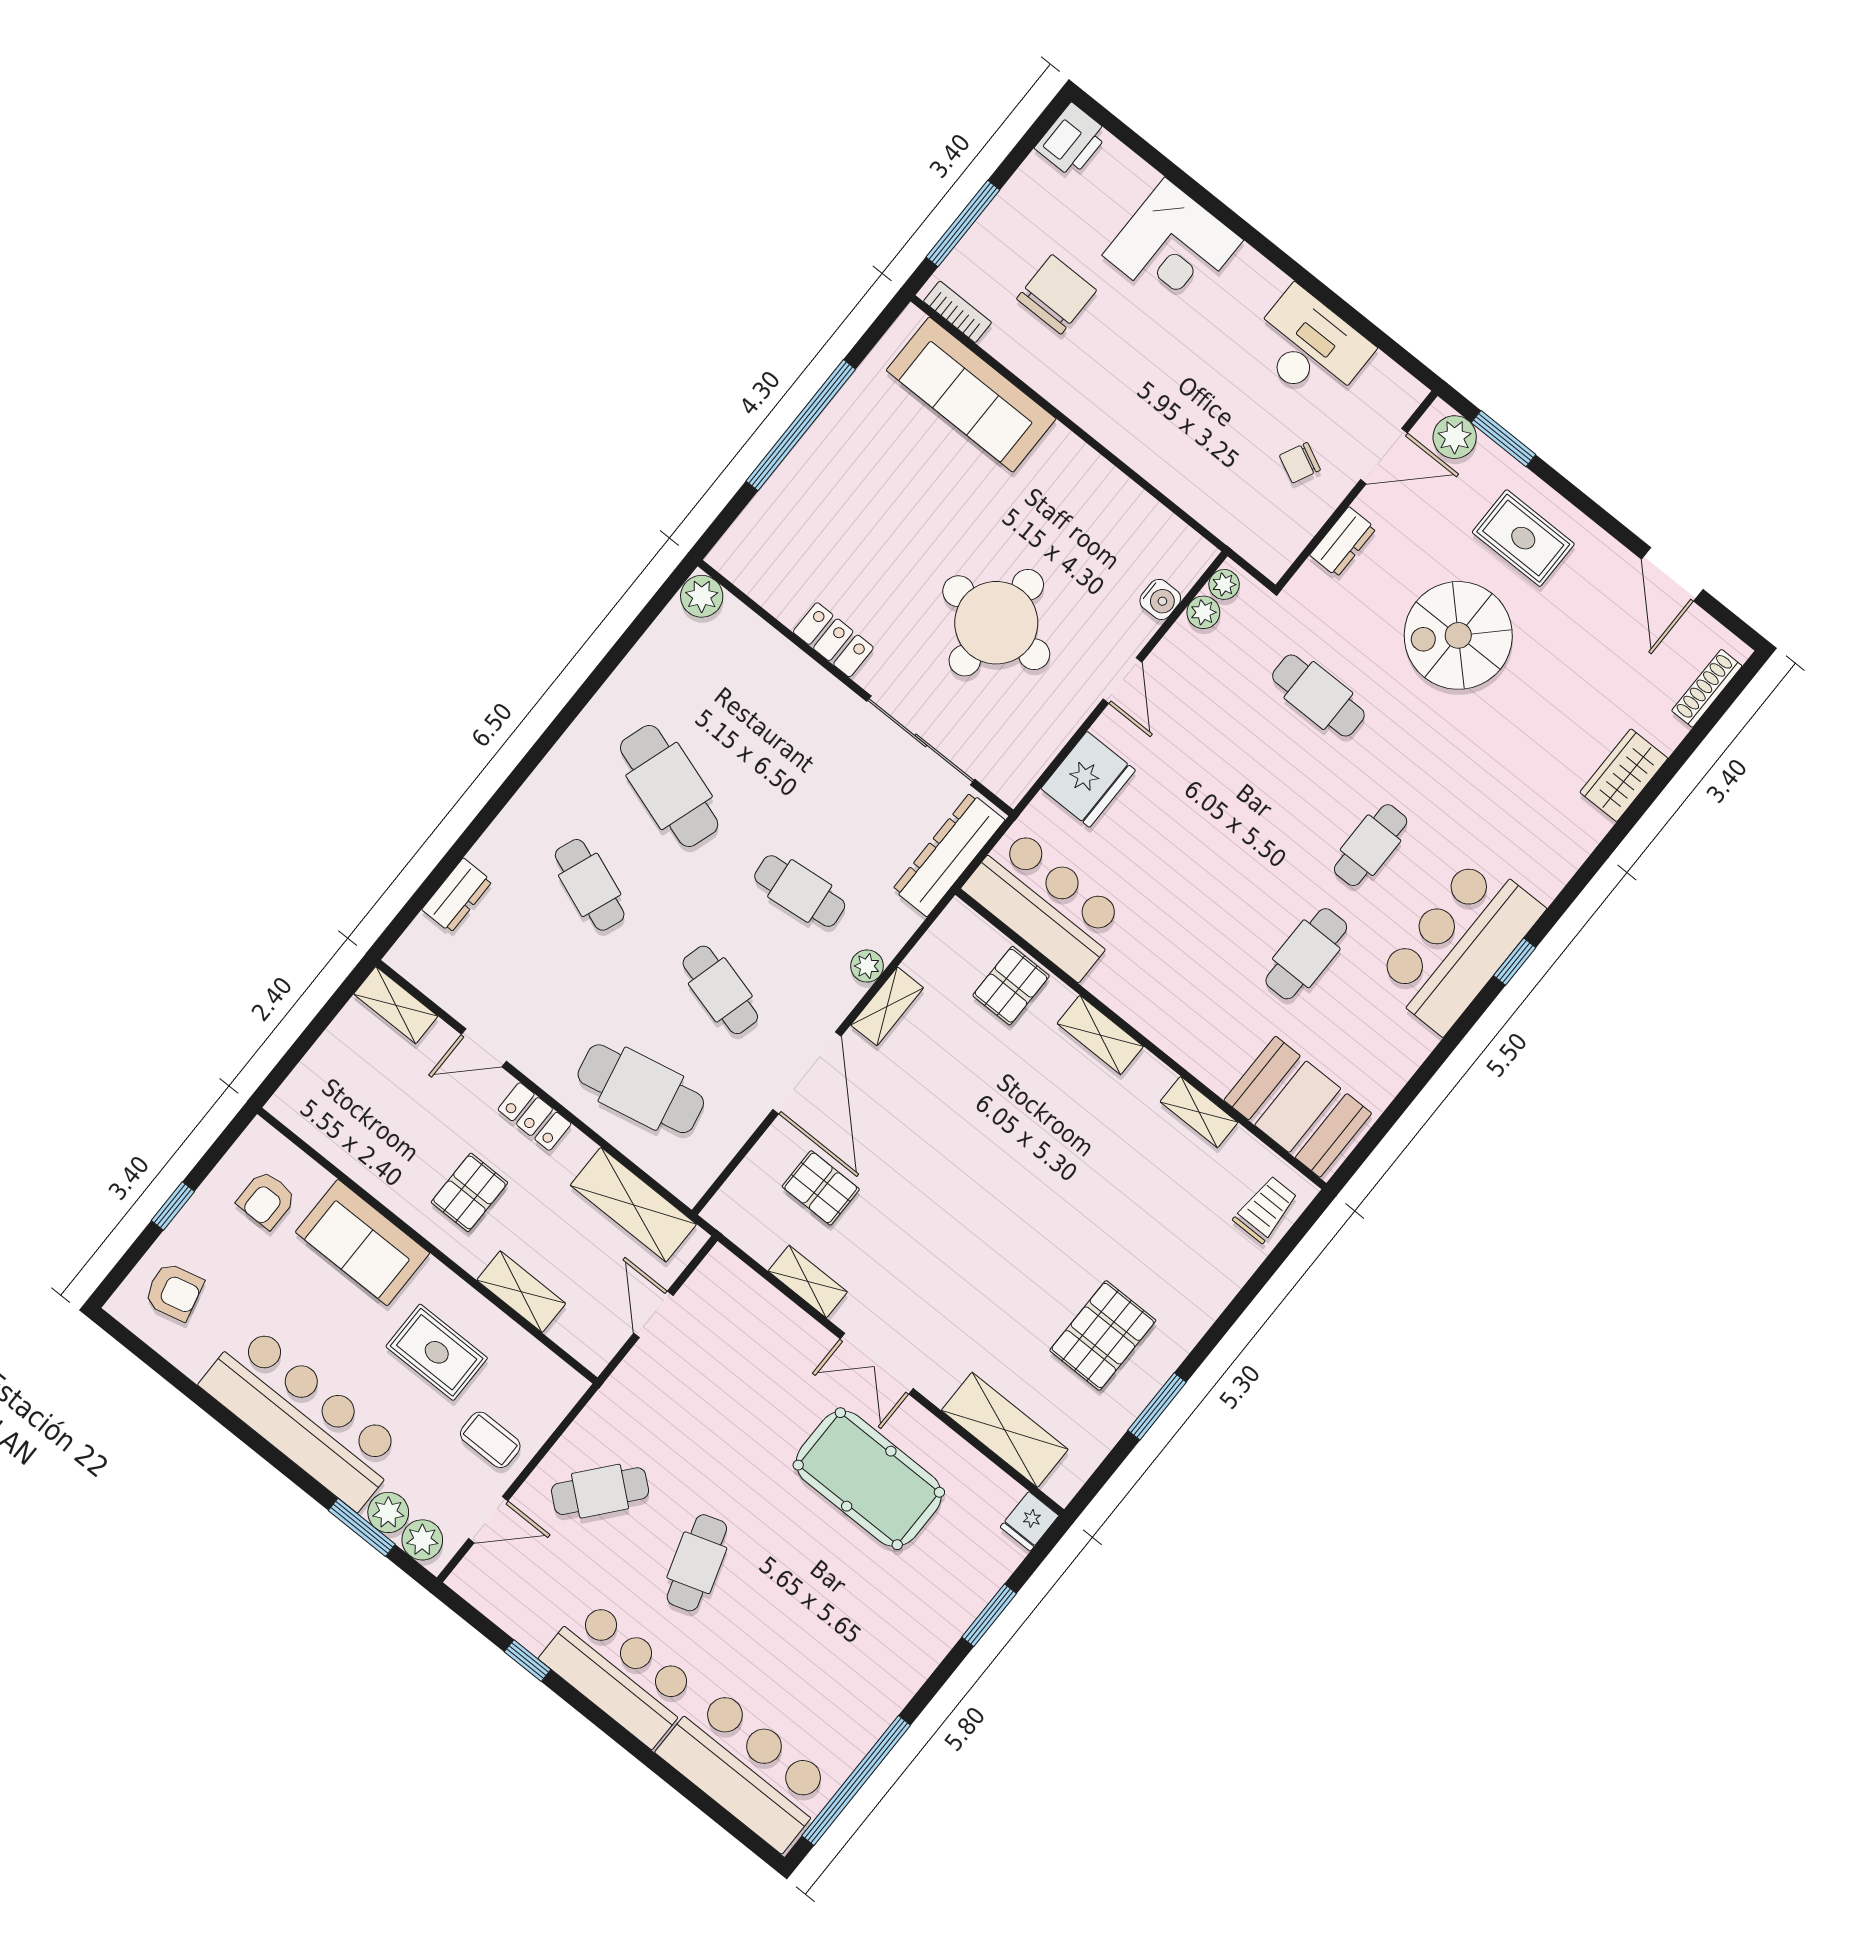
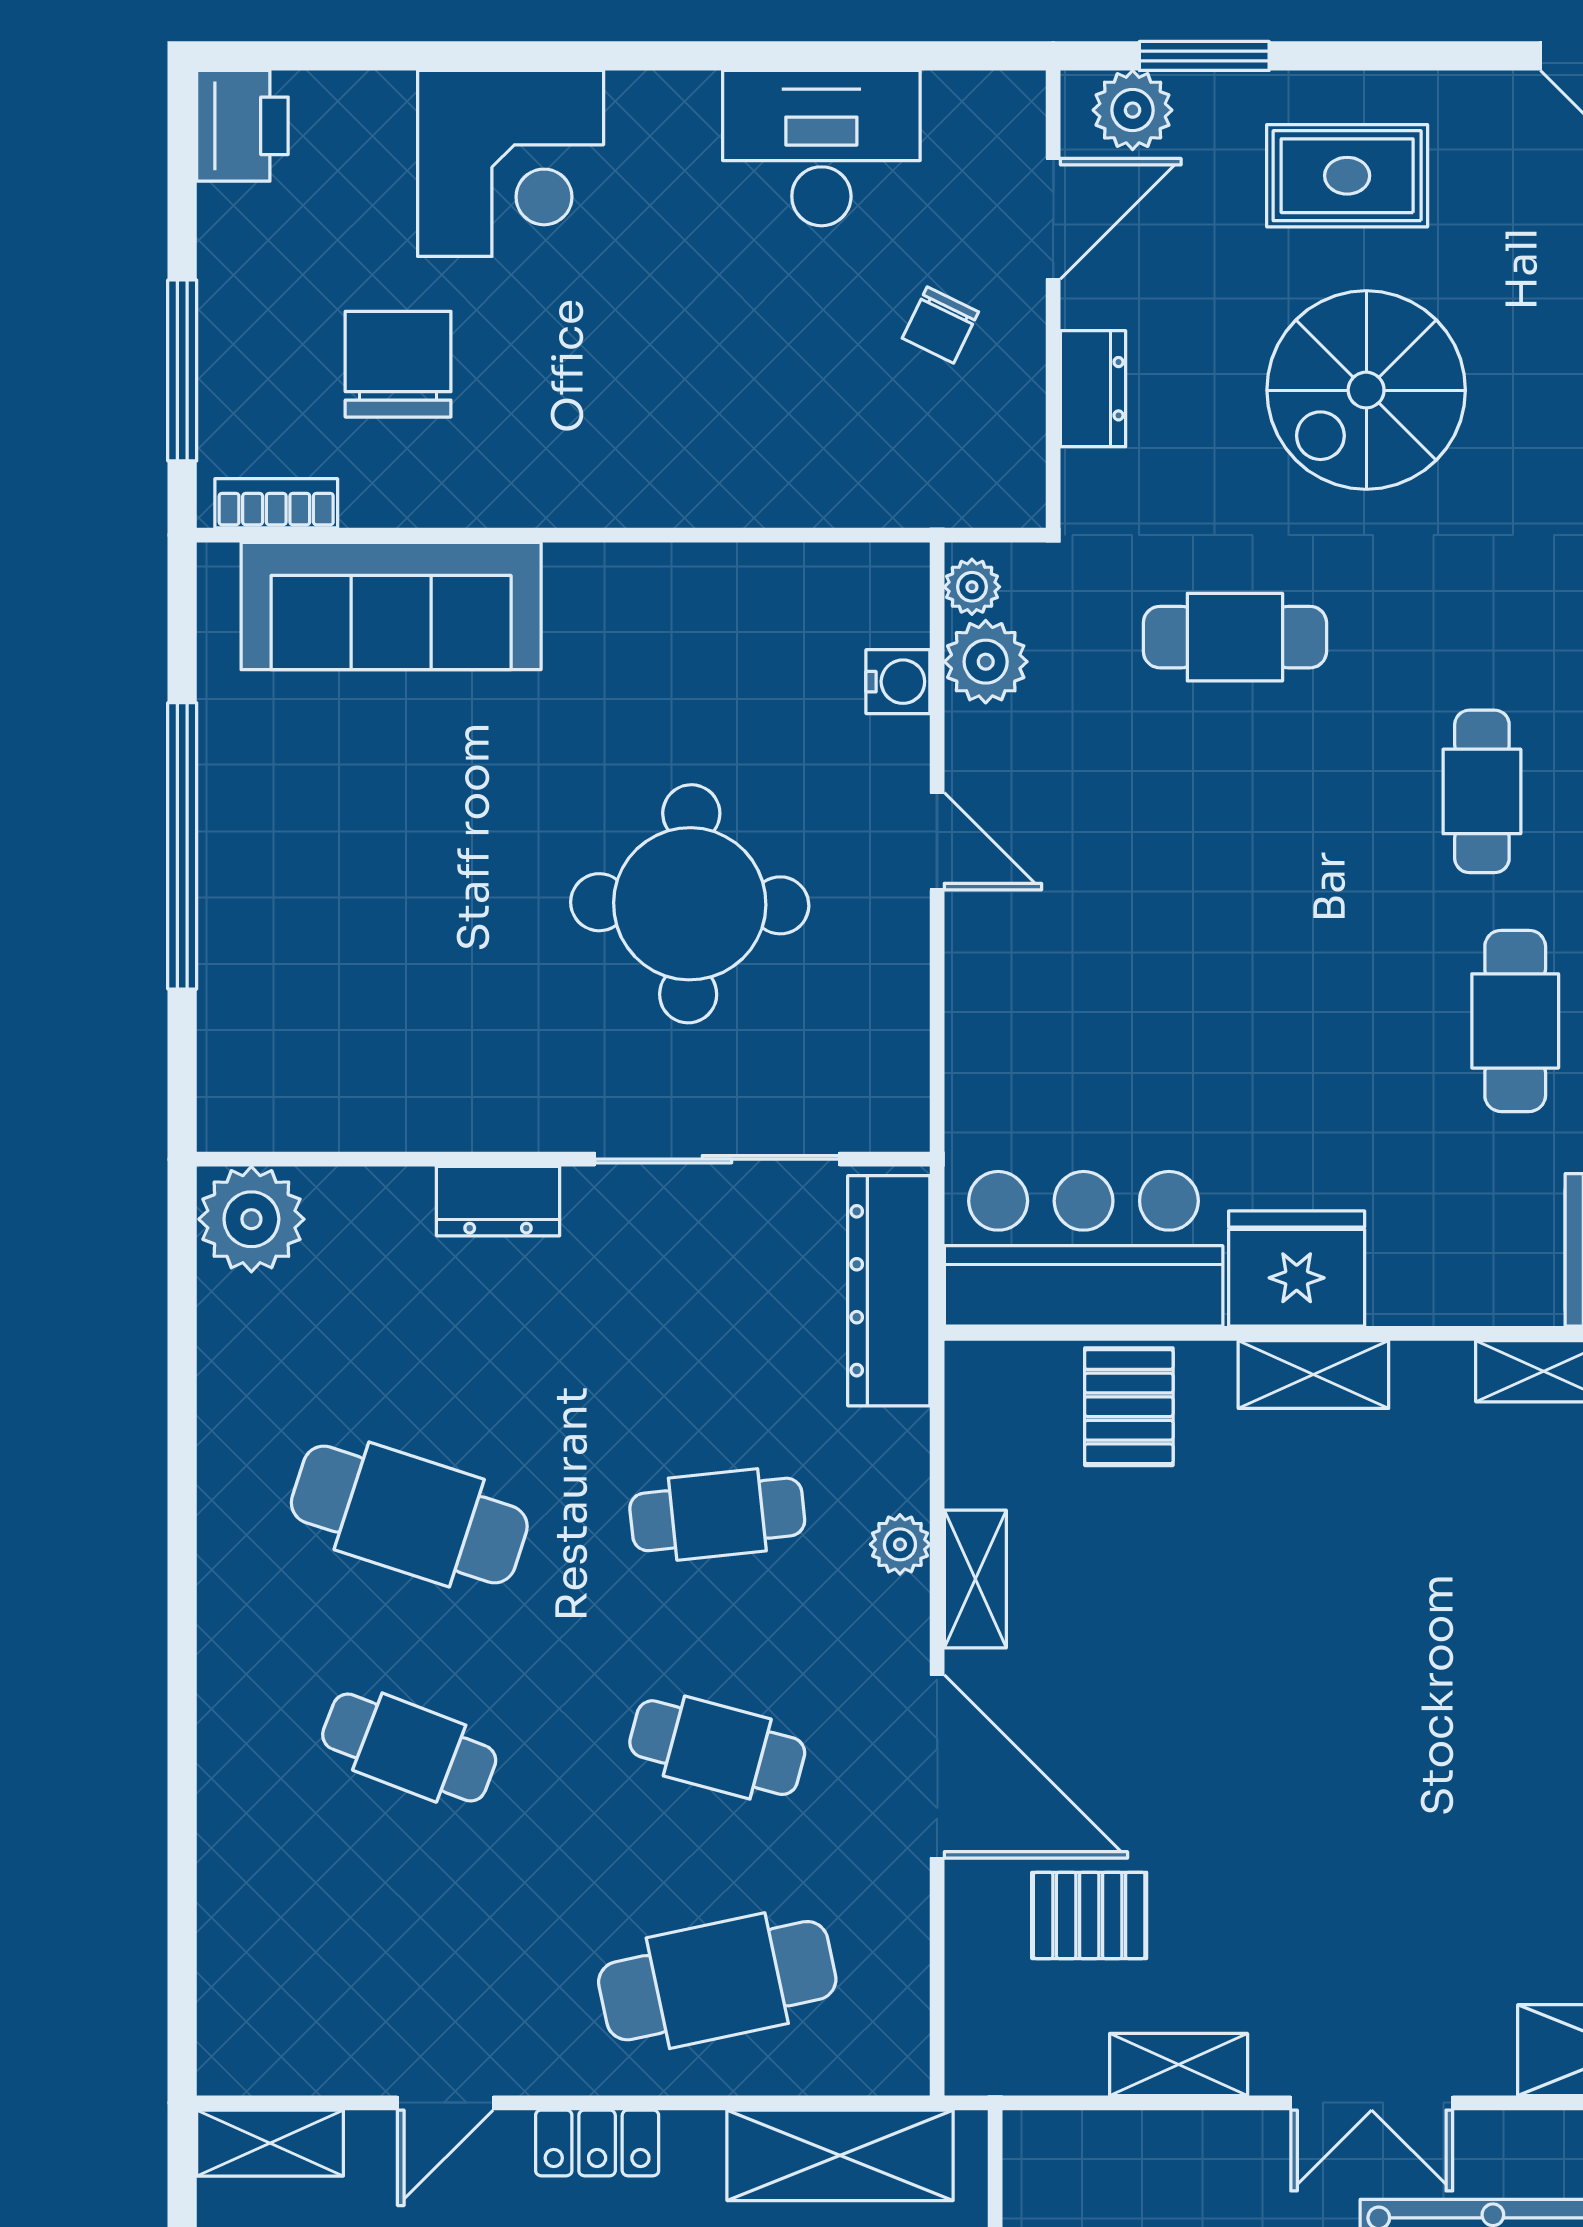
plant: (702, 596) -> (251, 1219), width x1.36, depth x1.36
plant: (1203, 612) -> (986, 662), width x1.38, depth x1.38
locker: (833, 640) -> (476, 1116), removed
fridge: (1088, 779) -> (1297, 1269), moved, turned -90
dresser: (457, 895) -> (498, 1201), moved, turned 90

